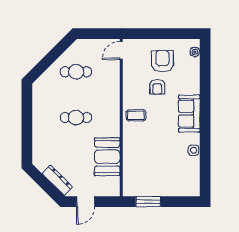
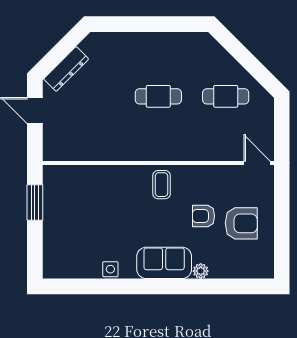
plant: (195, 52) -> (201, 271), moved
cafe table: (76, 72) -> (226, 96), turned 90
cafe table: (76, 118) -> (158, 96), turned 90
booth: (107, 157) -> (101, 142), removed

